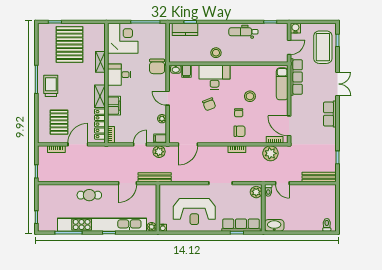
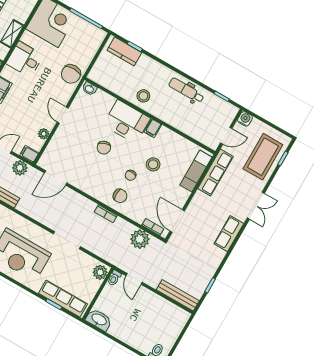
filing cabinet: (186, 71) -> (153, 128), moved

